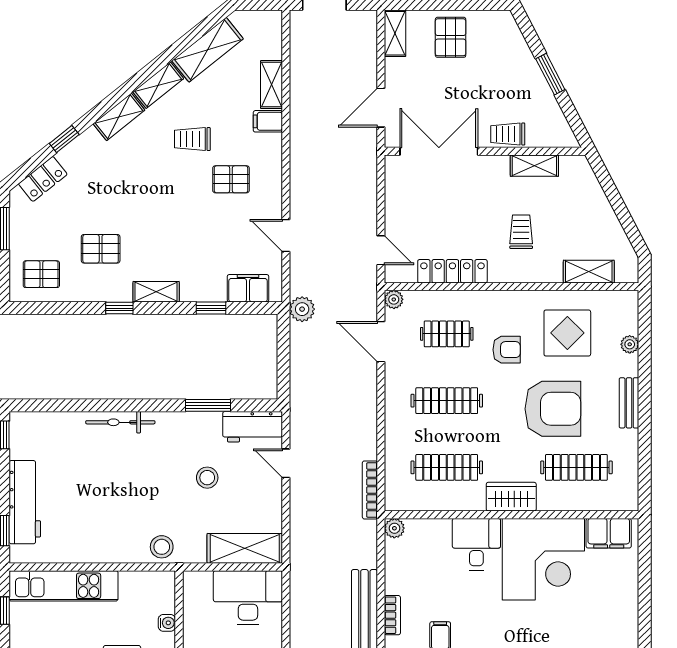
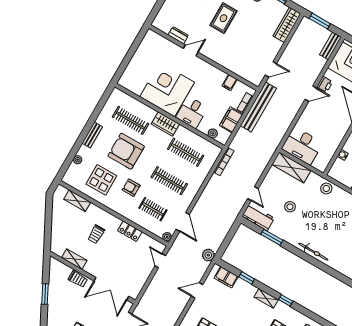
door: (286, 235) -> (197, 290), swing flipped
locker: (452, 271) -> (130, 231), width x0.66
plant: (394, 528) -> (213, 133), moved
filing cabinet: (609, 533) -> (231, 120), moved, turned -90

